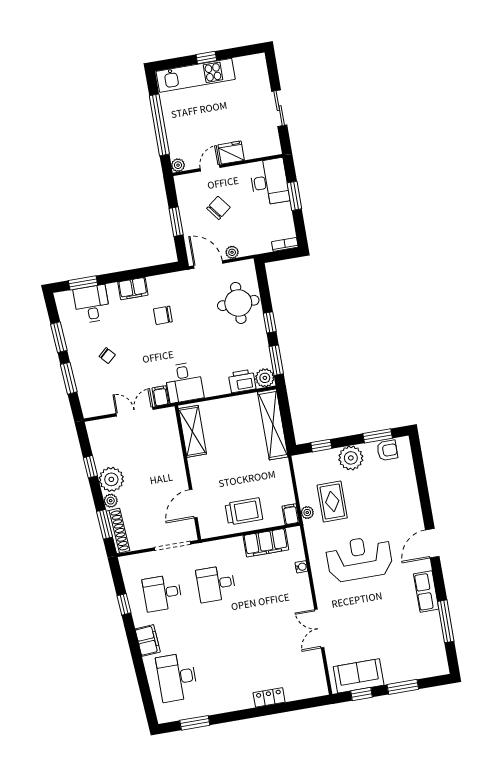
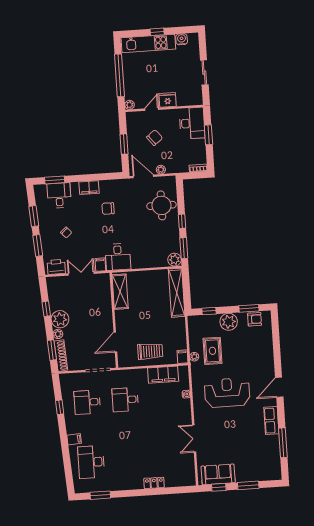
water cooler: (242, 64) -> (182, 39), added
printer: (242, 381) -> (56, 267), moved
filing cabinet: (148, 640) -> (74, 439), width x0.50

